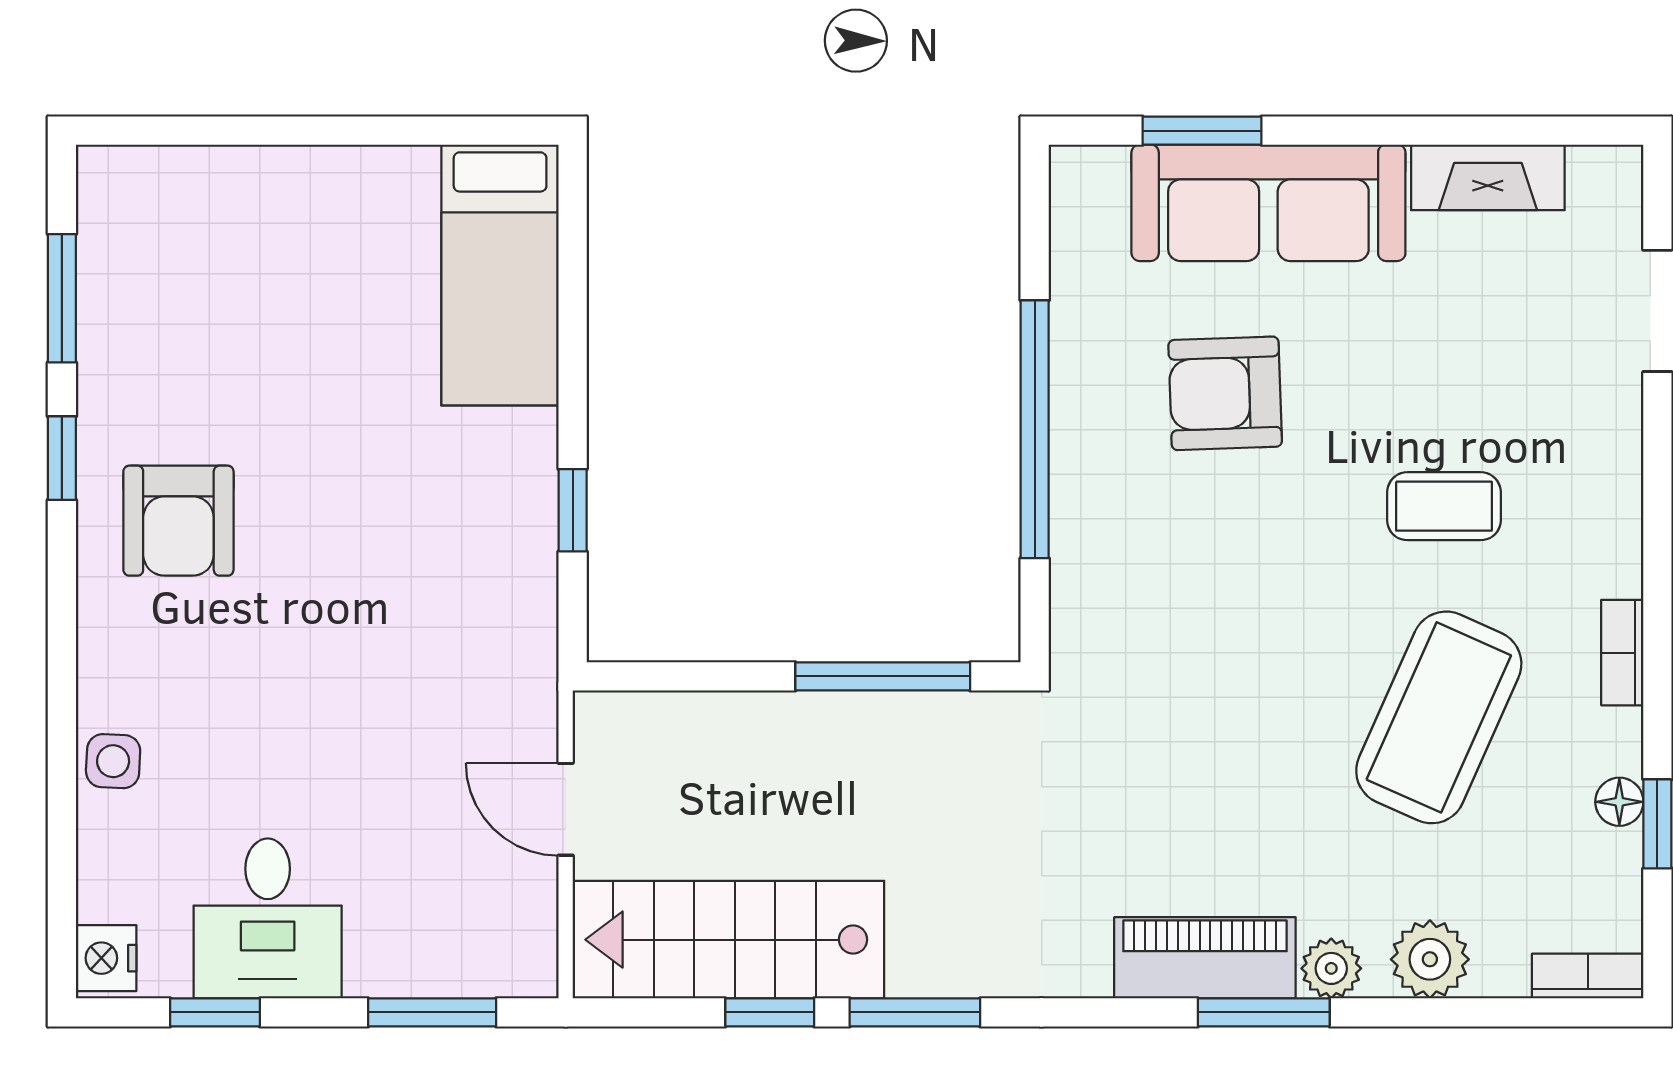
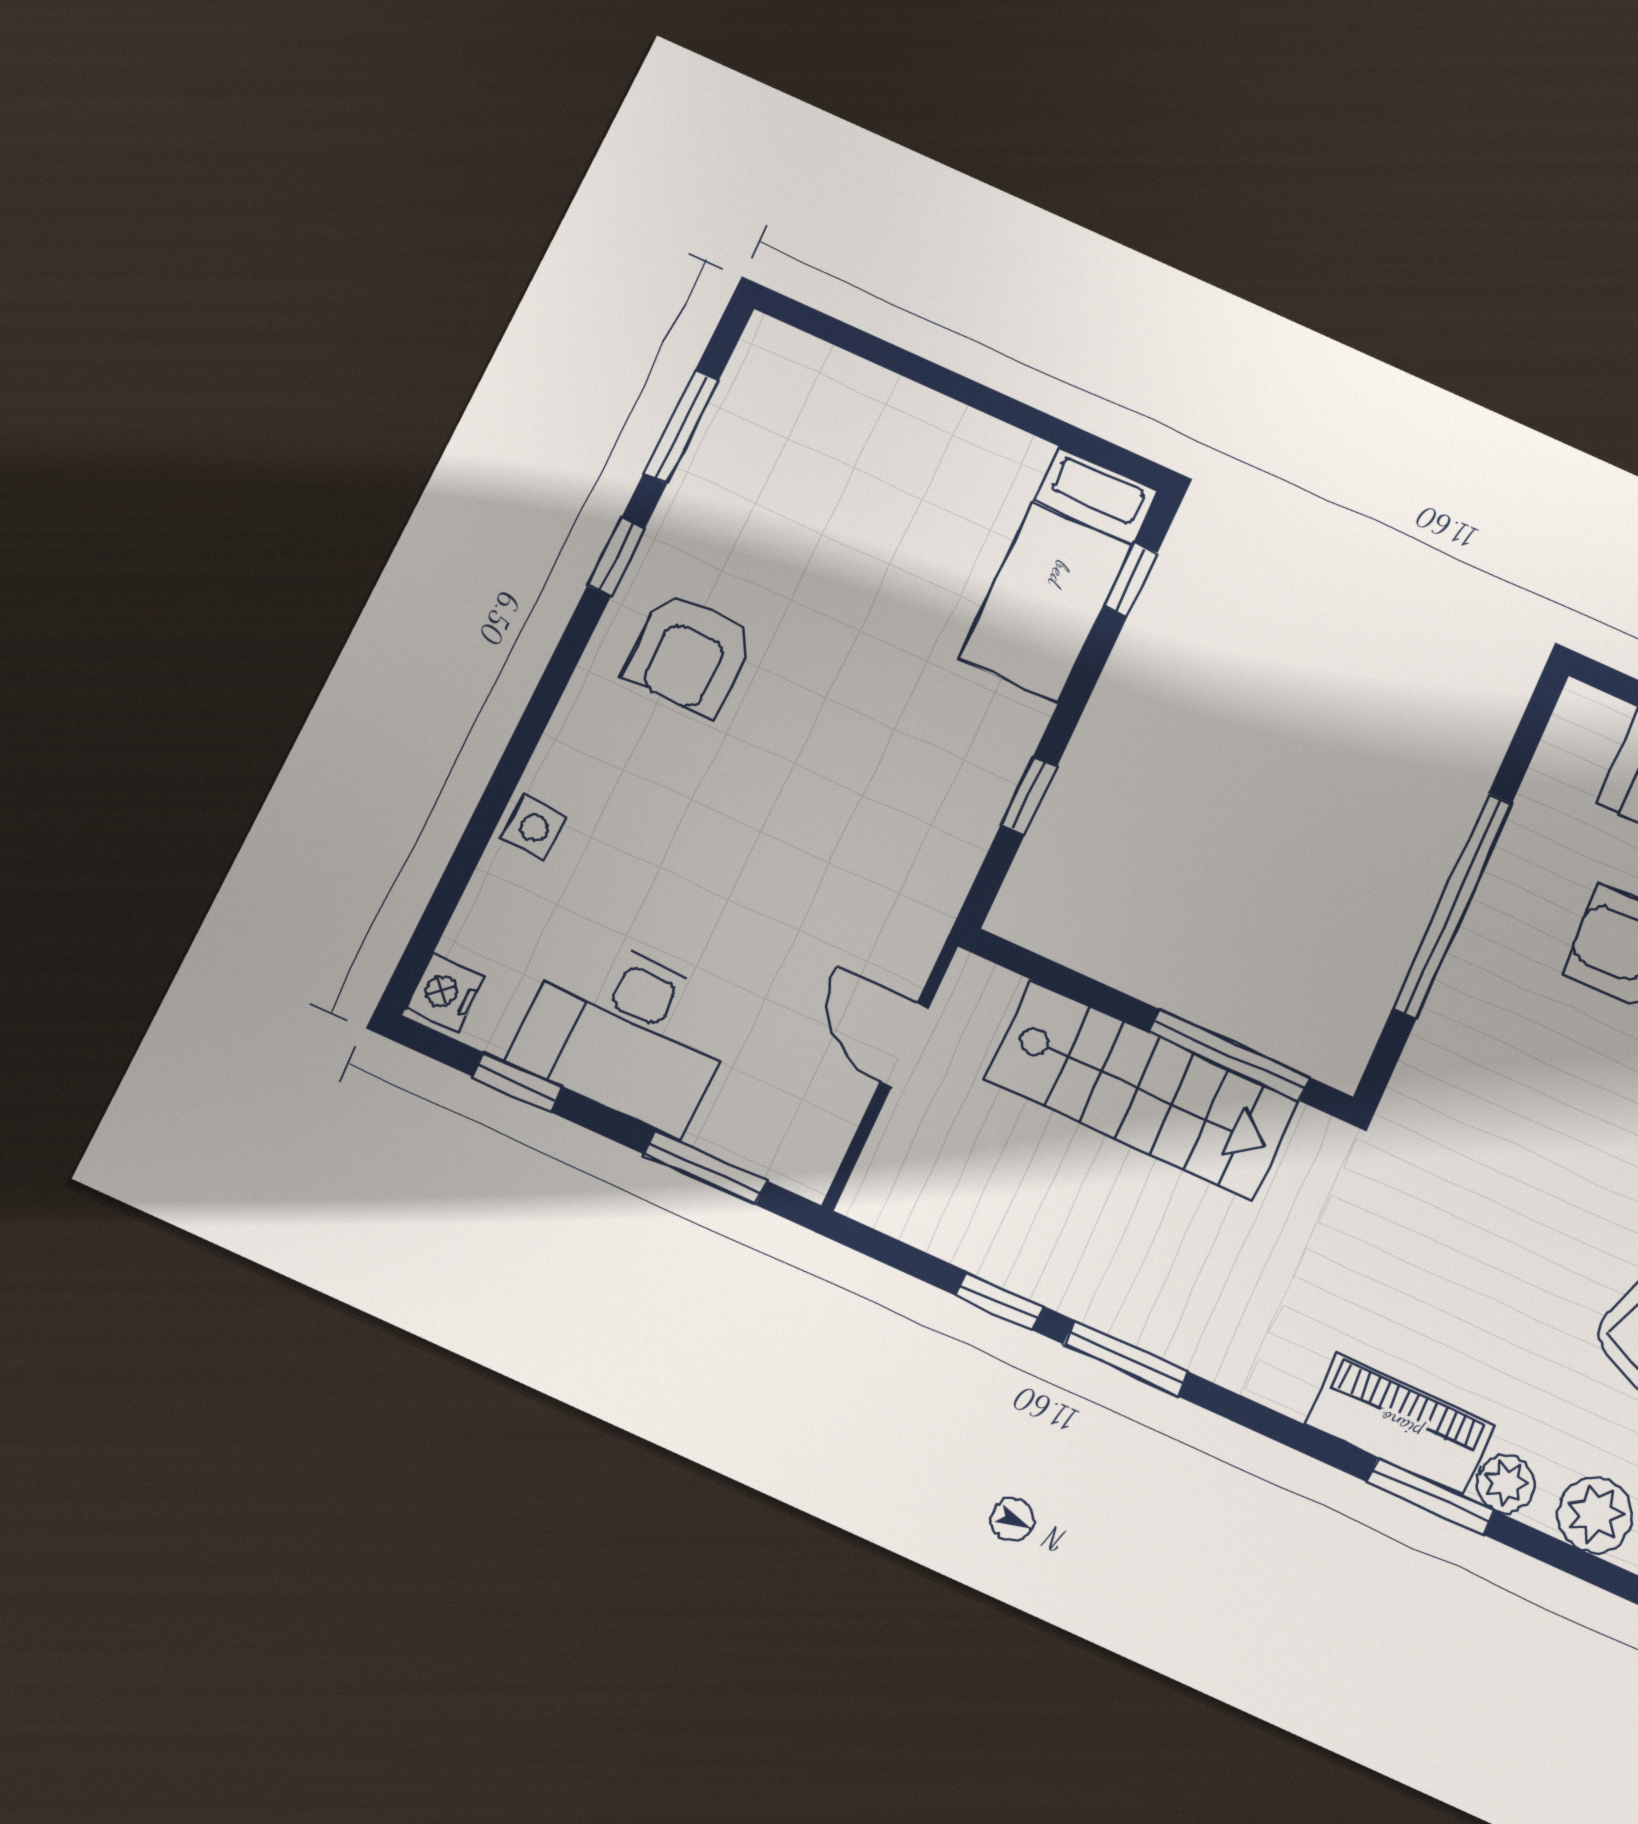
window: (573, 247) -> (1131, 579), added
desk: (268, 918) -> (626, 1033), width x1.37
stairs: (728, 940) -> (1142, 1090), moved, turned 180

